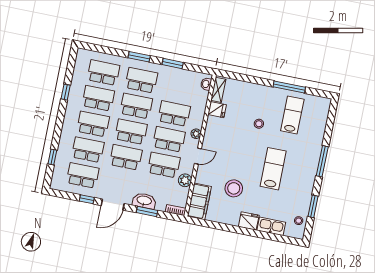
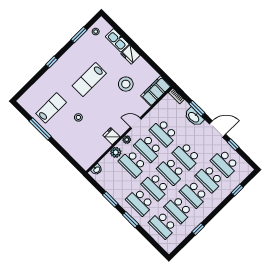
shelving: (218, 90) -> (91, 160), removed
fridge: (217, 110) -> (111, 136), moved
lab bench: (292, 115) -> (51, 108), turned 180
window: (322, 161) -> (52, 62), width x0.46
plant: (185, 180) -> (116, 152), moved

